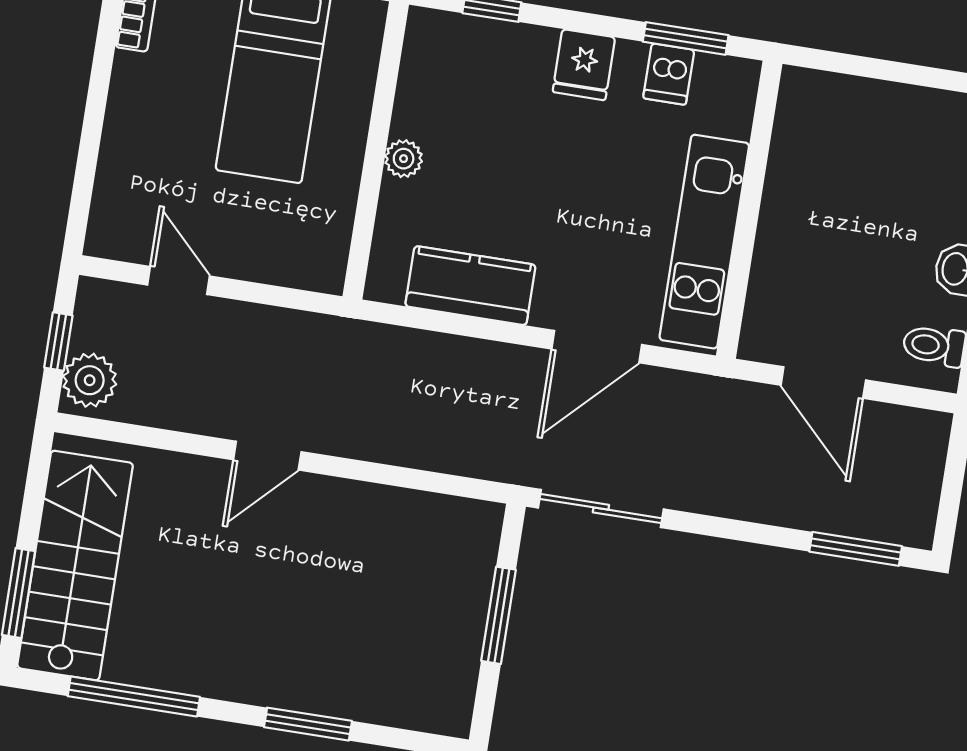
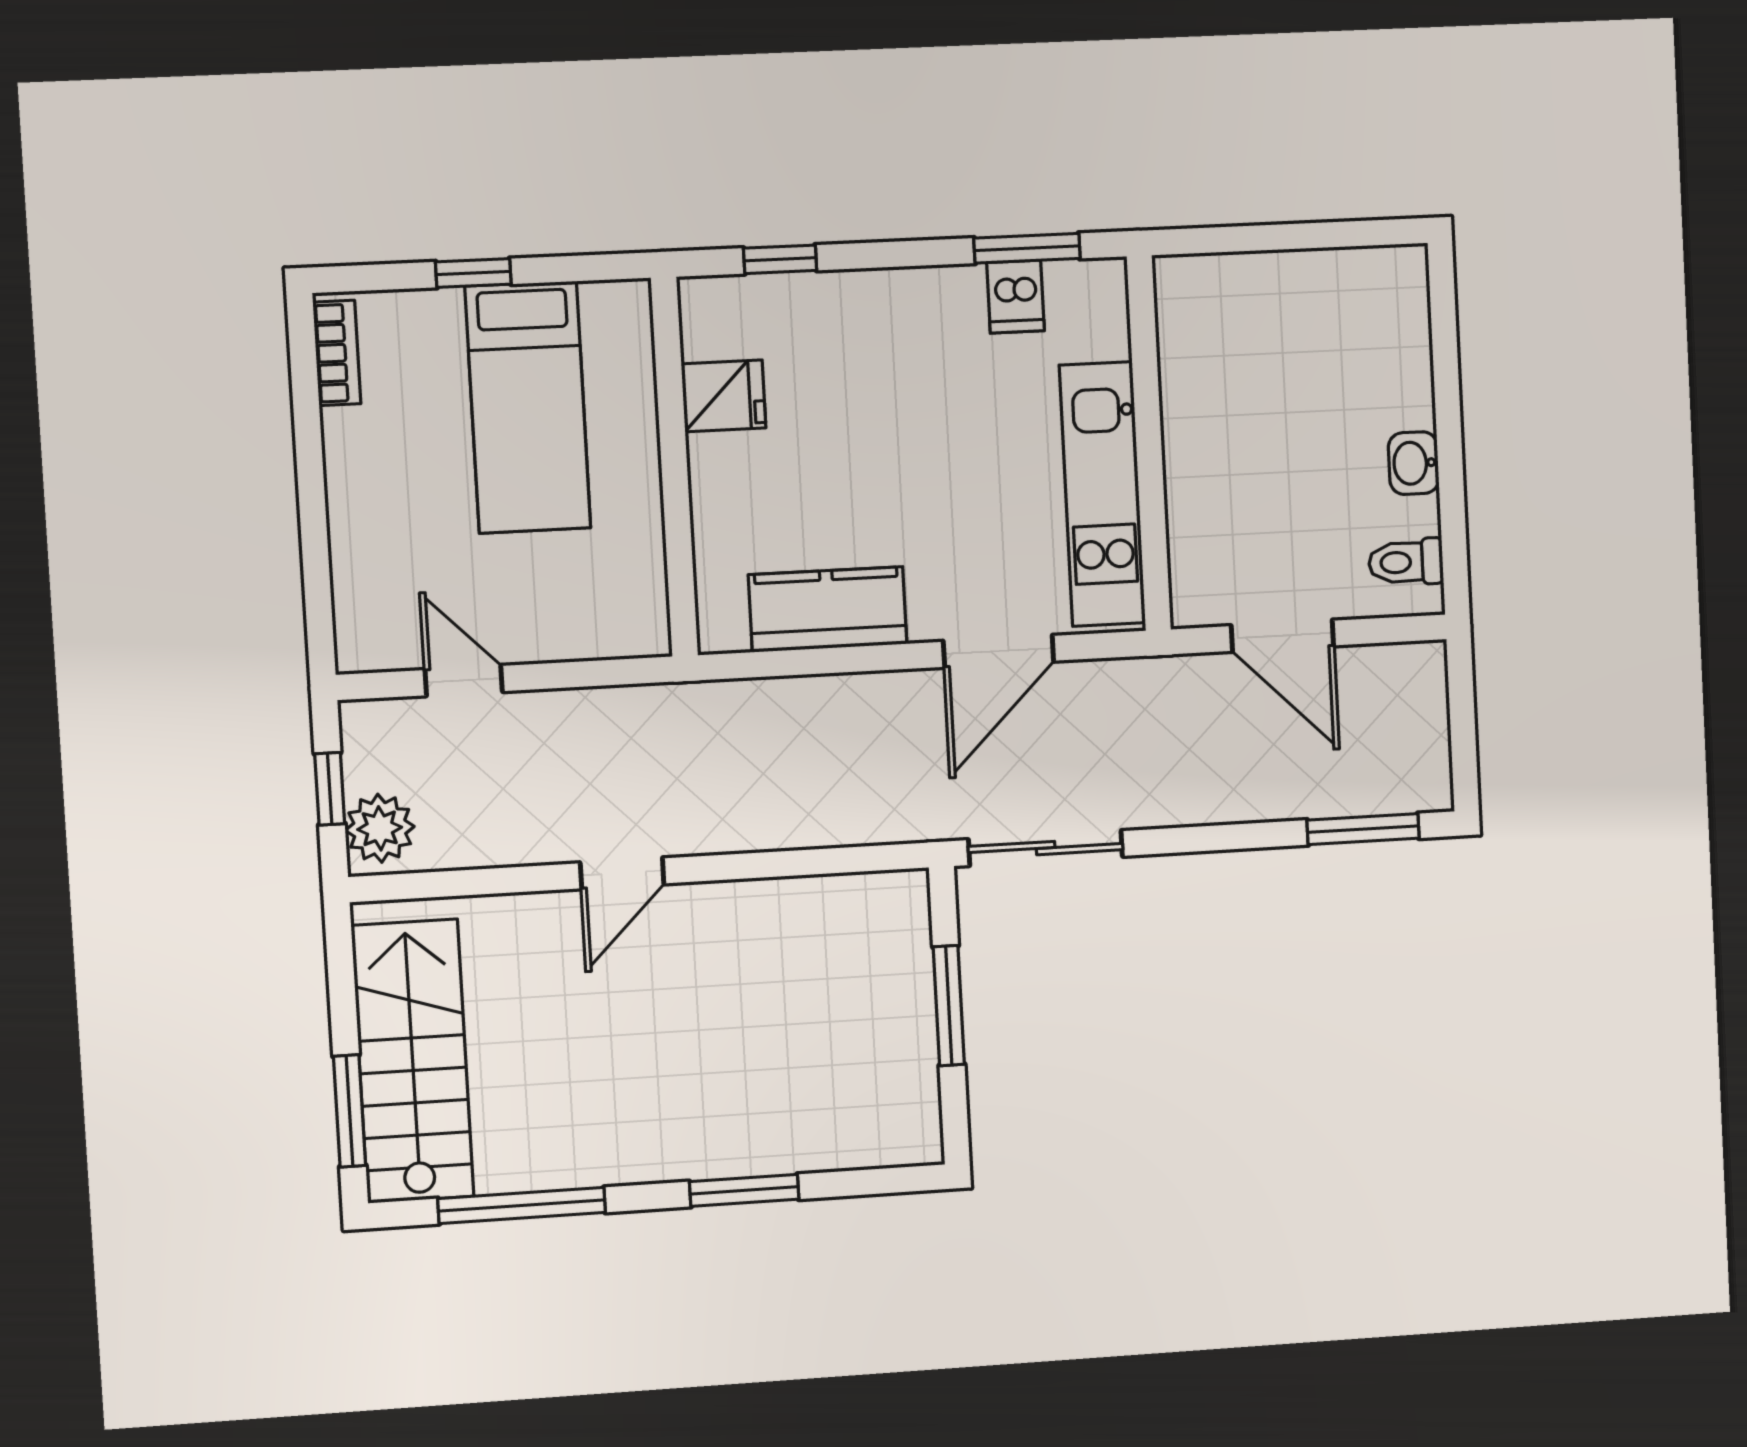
fridge: (584, 65) -> (724, 396), moved, turned -90
plant: (404, 159) -> (711, 470), removed

